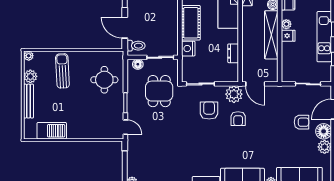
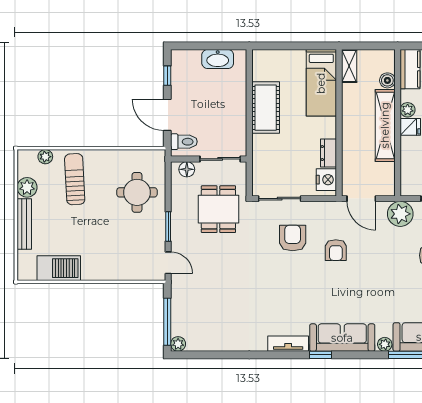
nightstand: (188, 49) -> (326, 180), moved, turned 180
plant: (29, 56) -> (45, 157), moved
plant: (234, 94) -> (400, 214), moved

